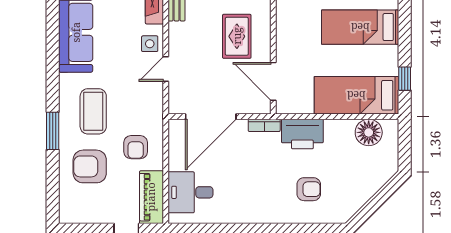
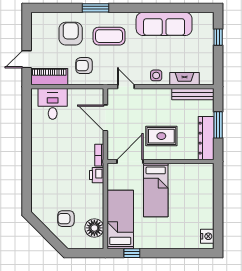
bed: (360, 27) -> (156, 190), moved, turned 180
door: (166, 69) -> (126, 87), moved
door: (211, 117) -> (105, 118), width x0.73
printer: (302, 134) -> (97, 175), width x0.53, depth x0.68
armchair: (309, 189) -> (66, 219), moved, turned 90

